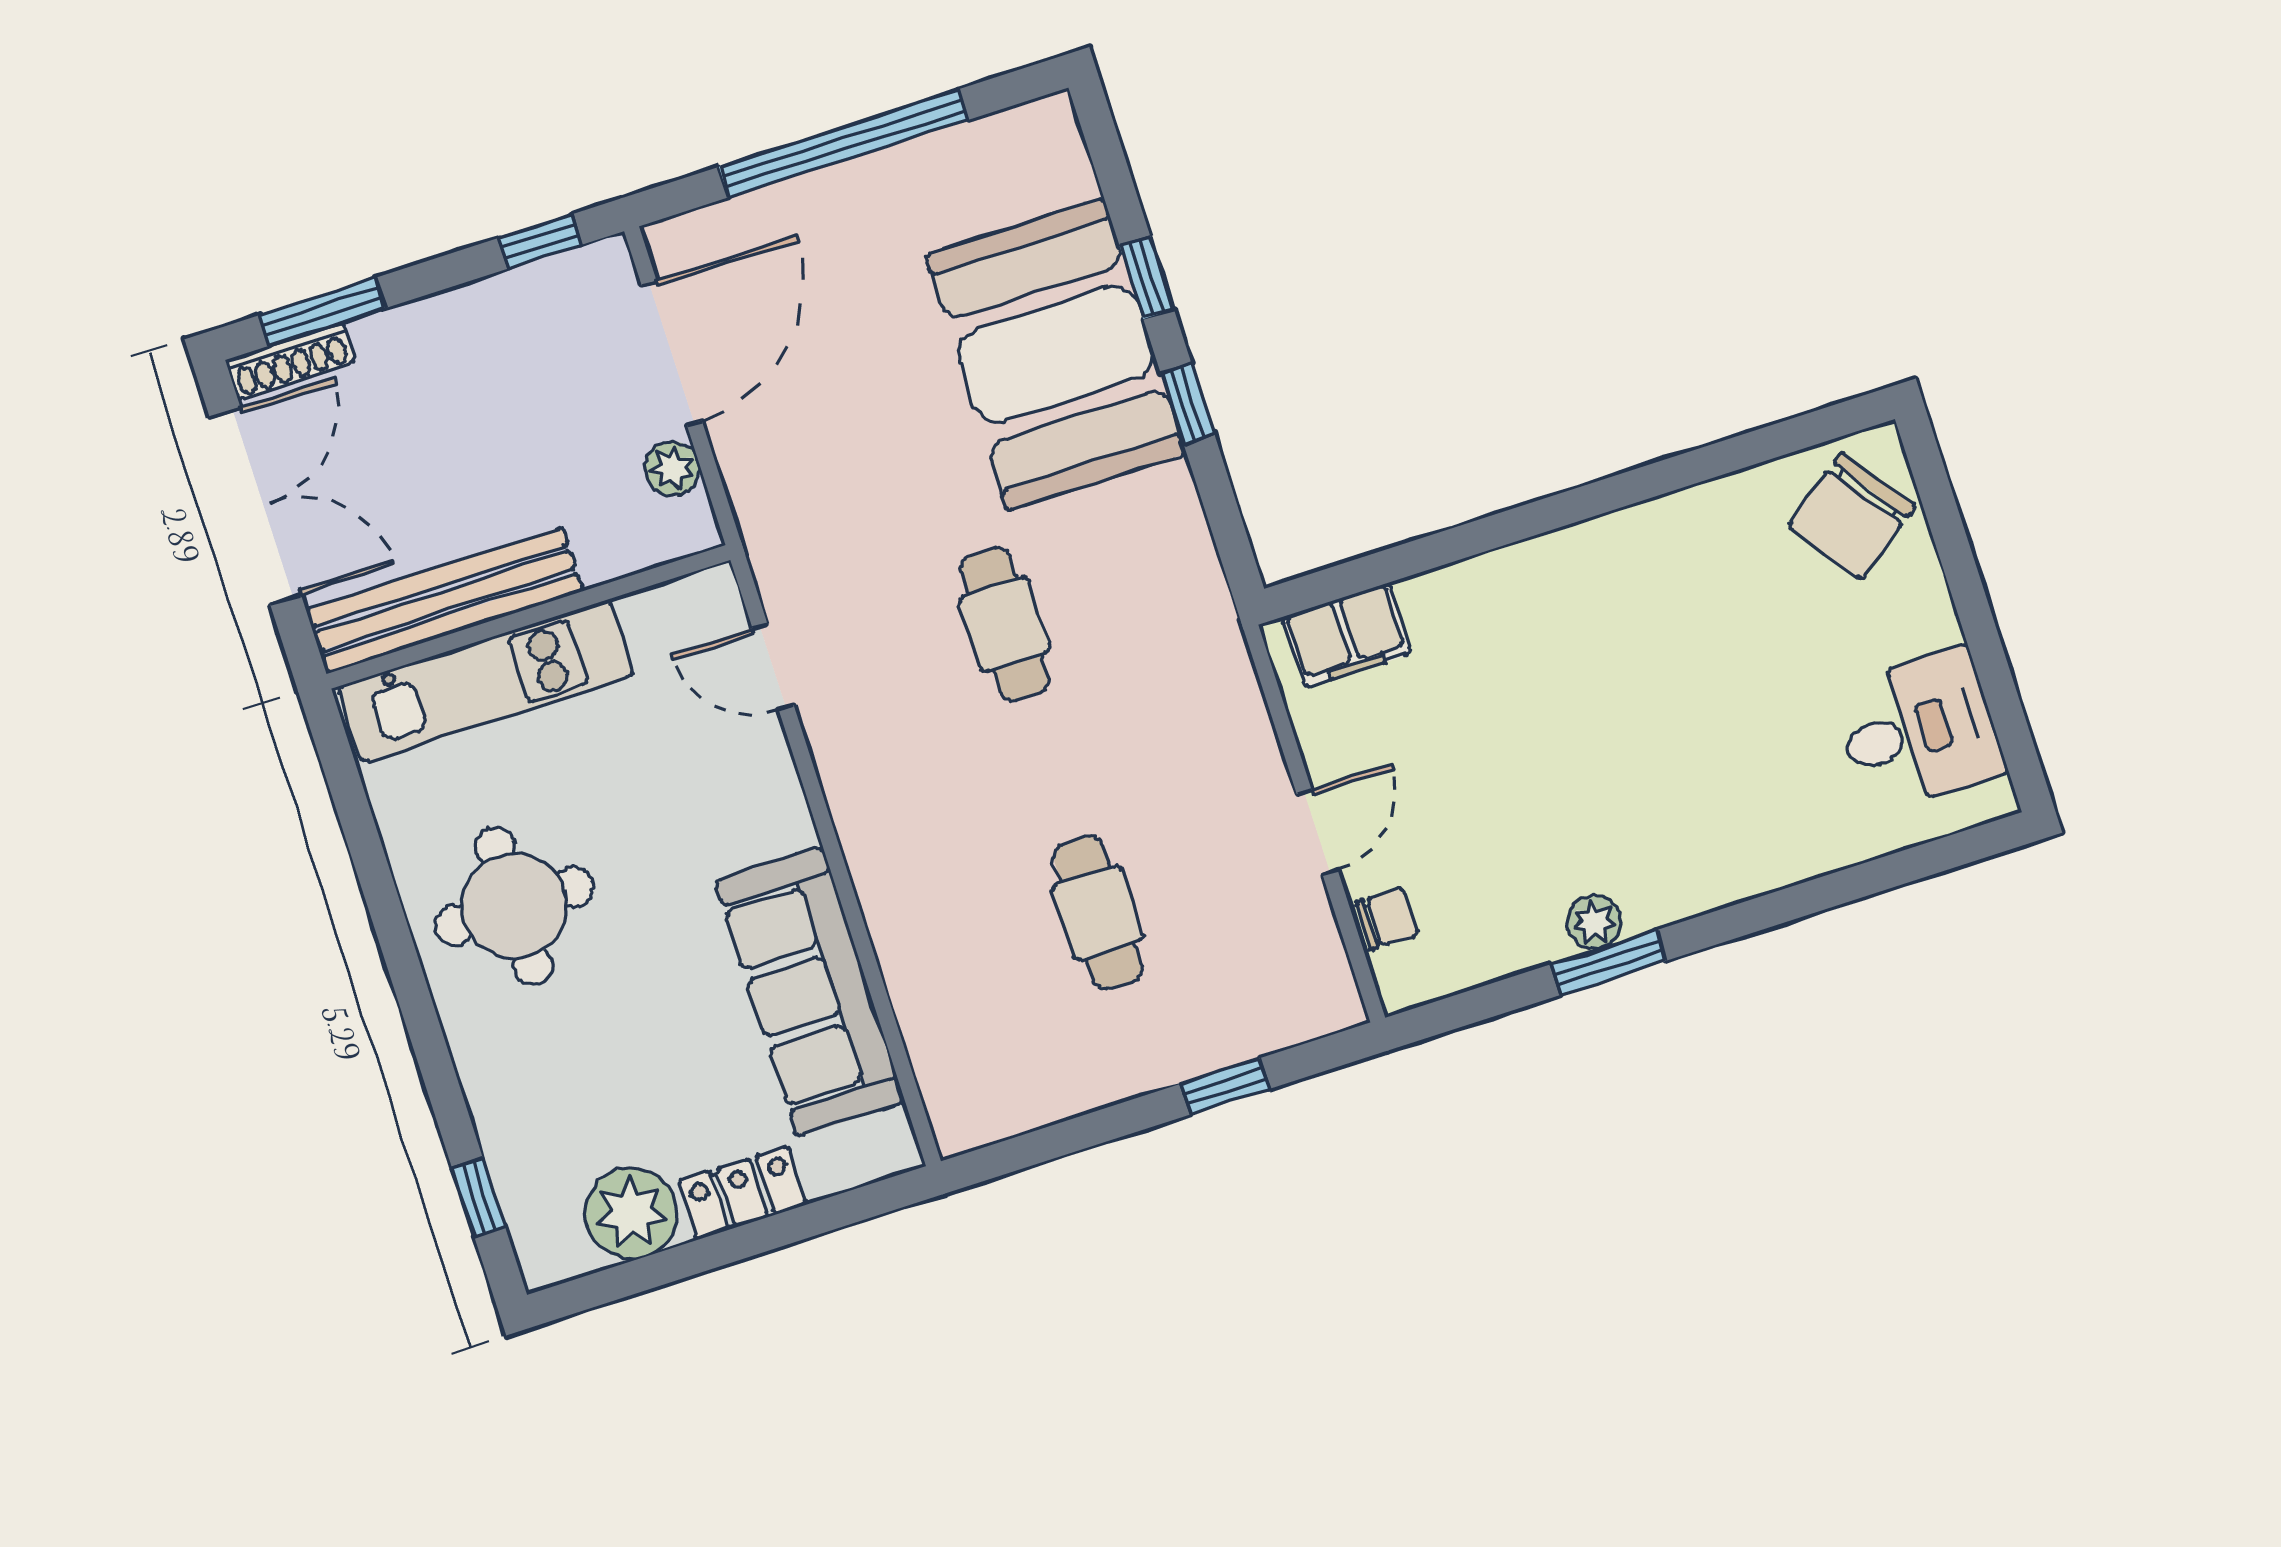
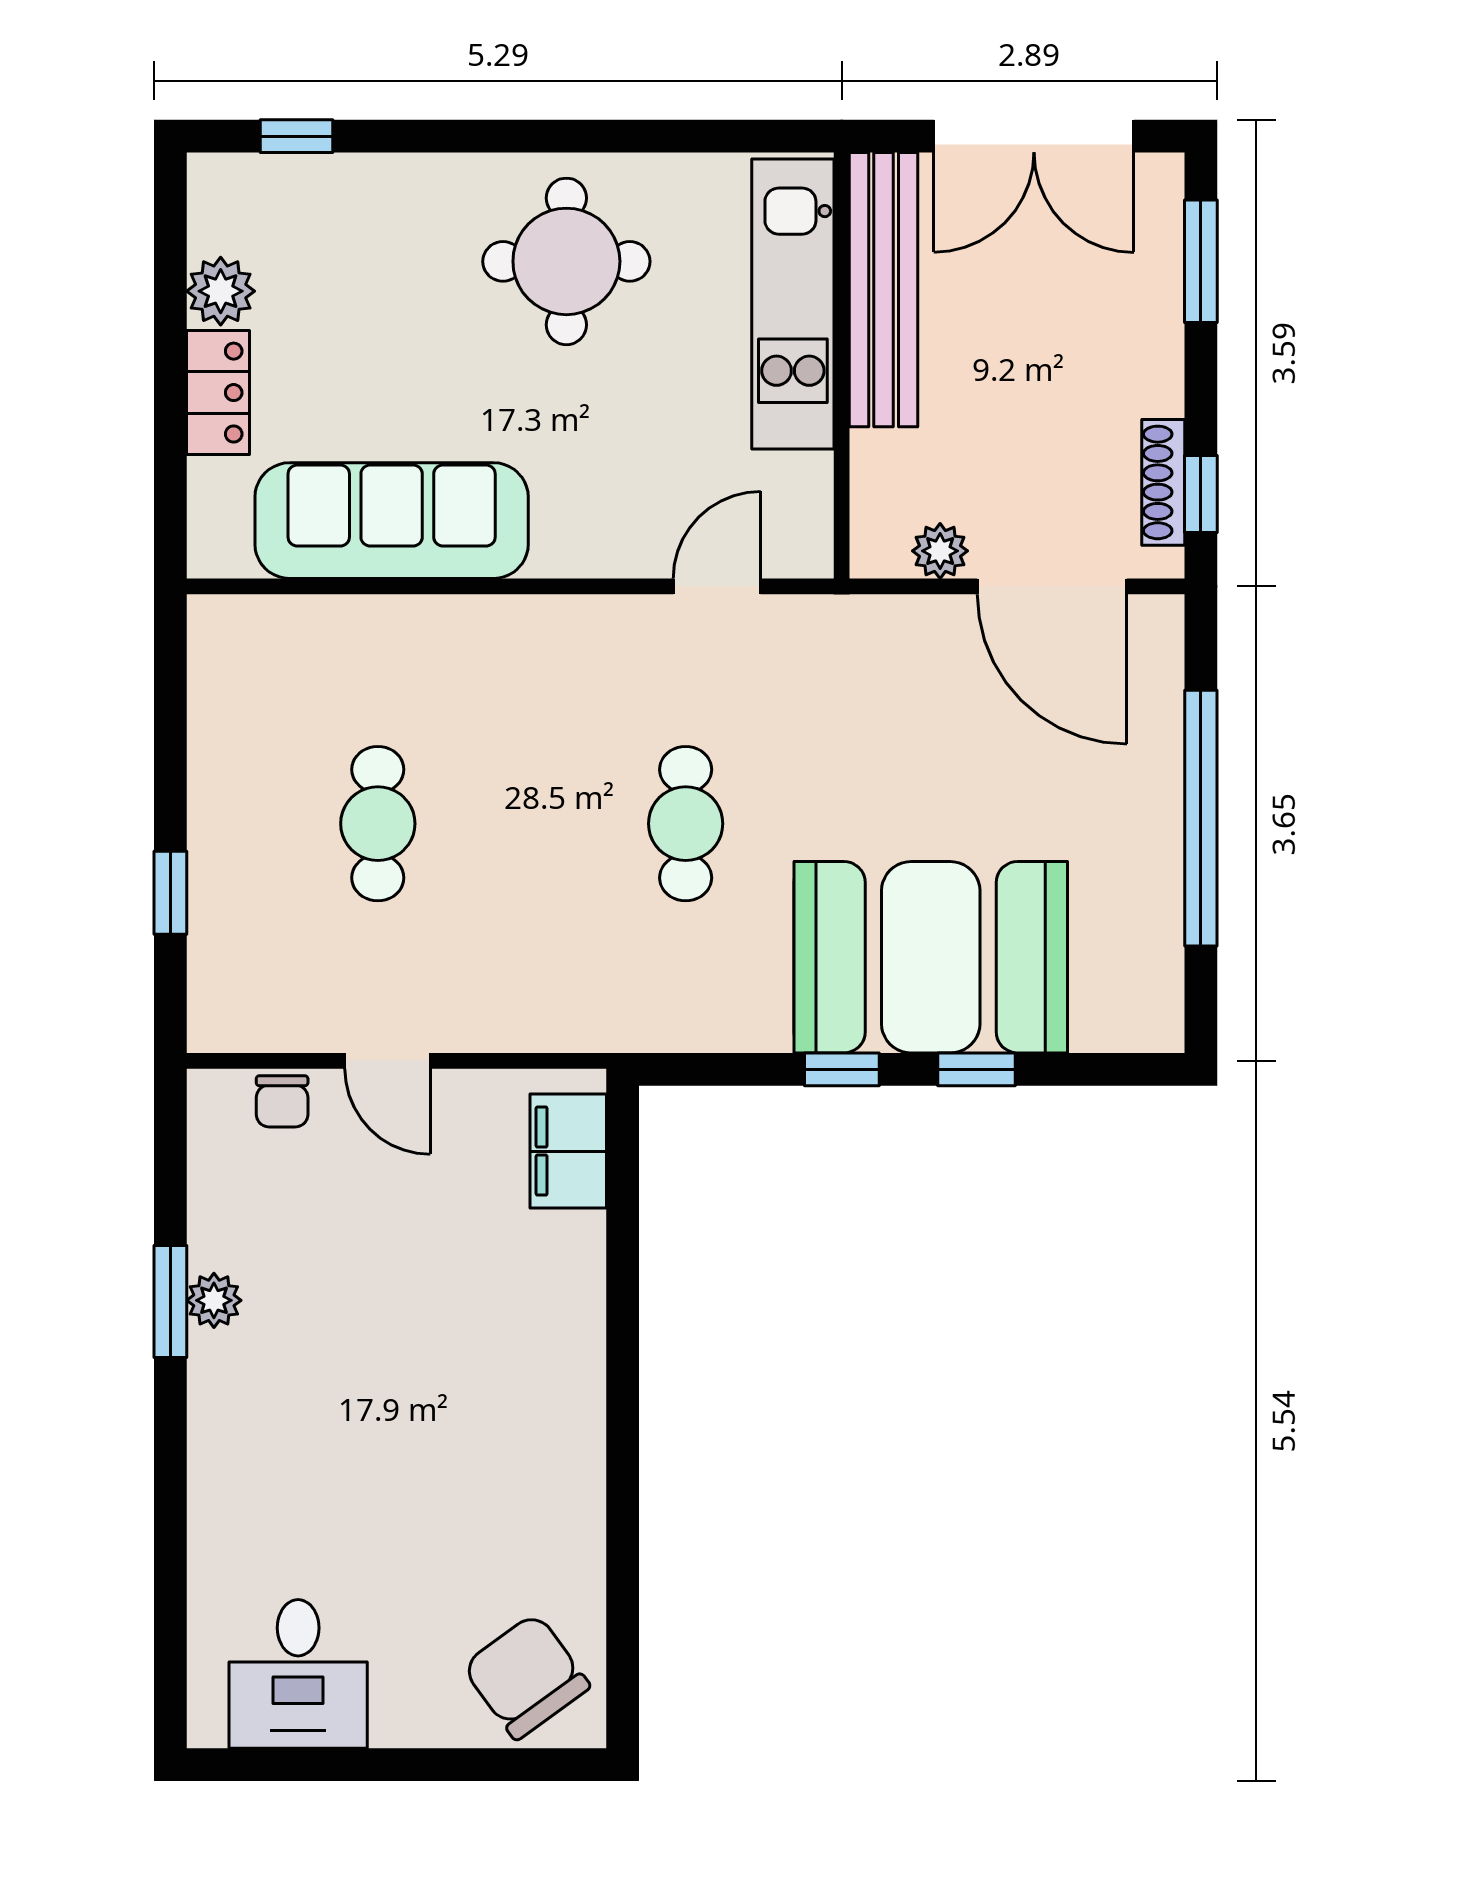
shoe rack: (290, 361) -> (1163, 482), moved
cafe table: (1005, 624) -> (686, 824), turned 90
cafe table: (1098, 913) -> (378, 824), turned 90
plant: (631, 1213) -> (221, 291), width x0.73, depth x0.73

